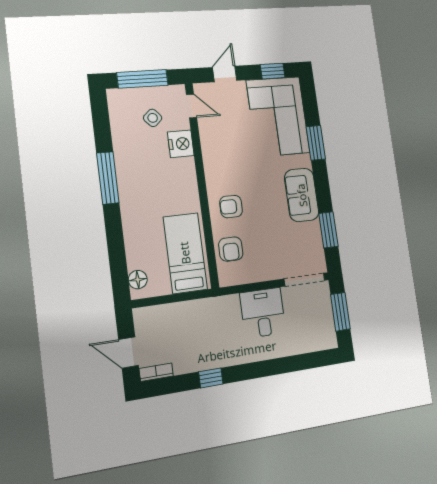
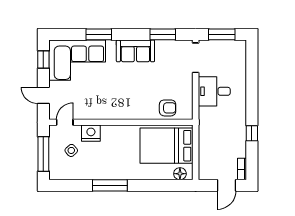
armchair: (231, 207) -> (138, 104), removed
bed: (185, 253) -> (166, 146), width x1.50

